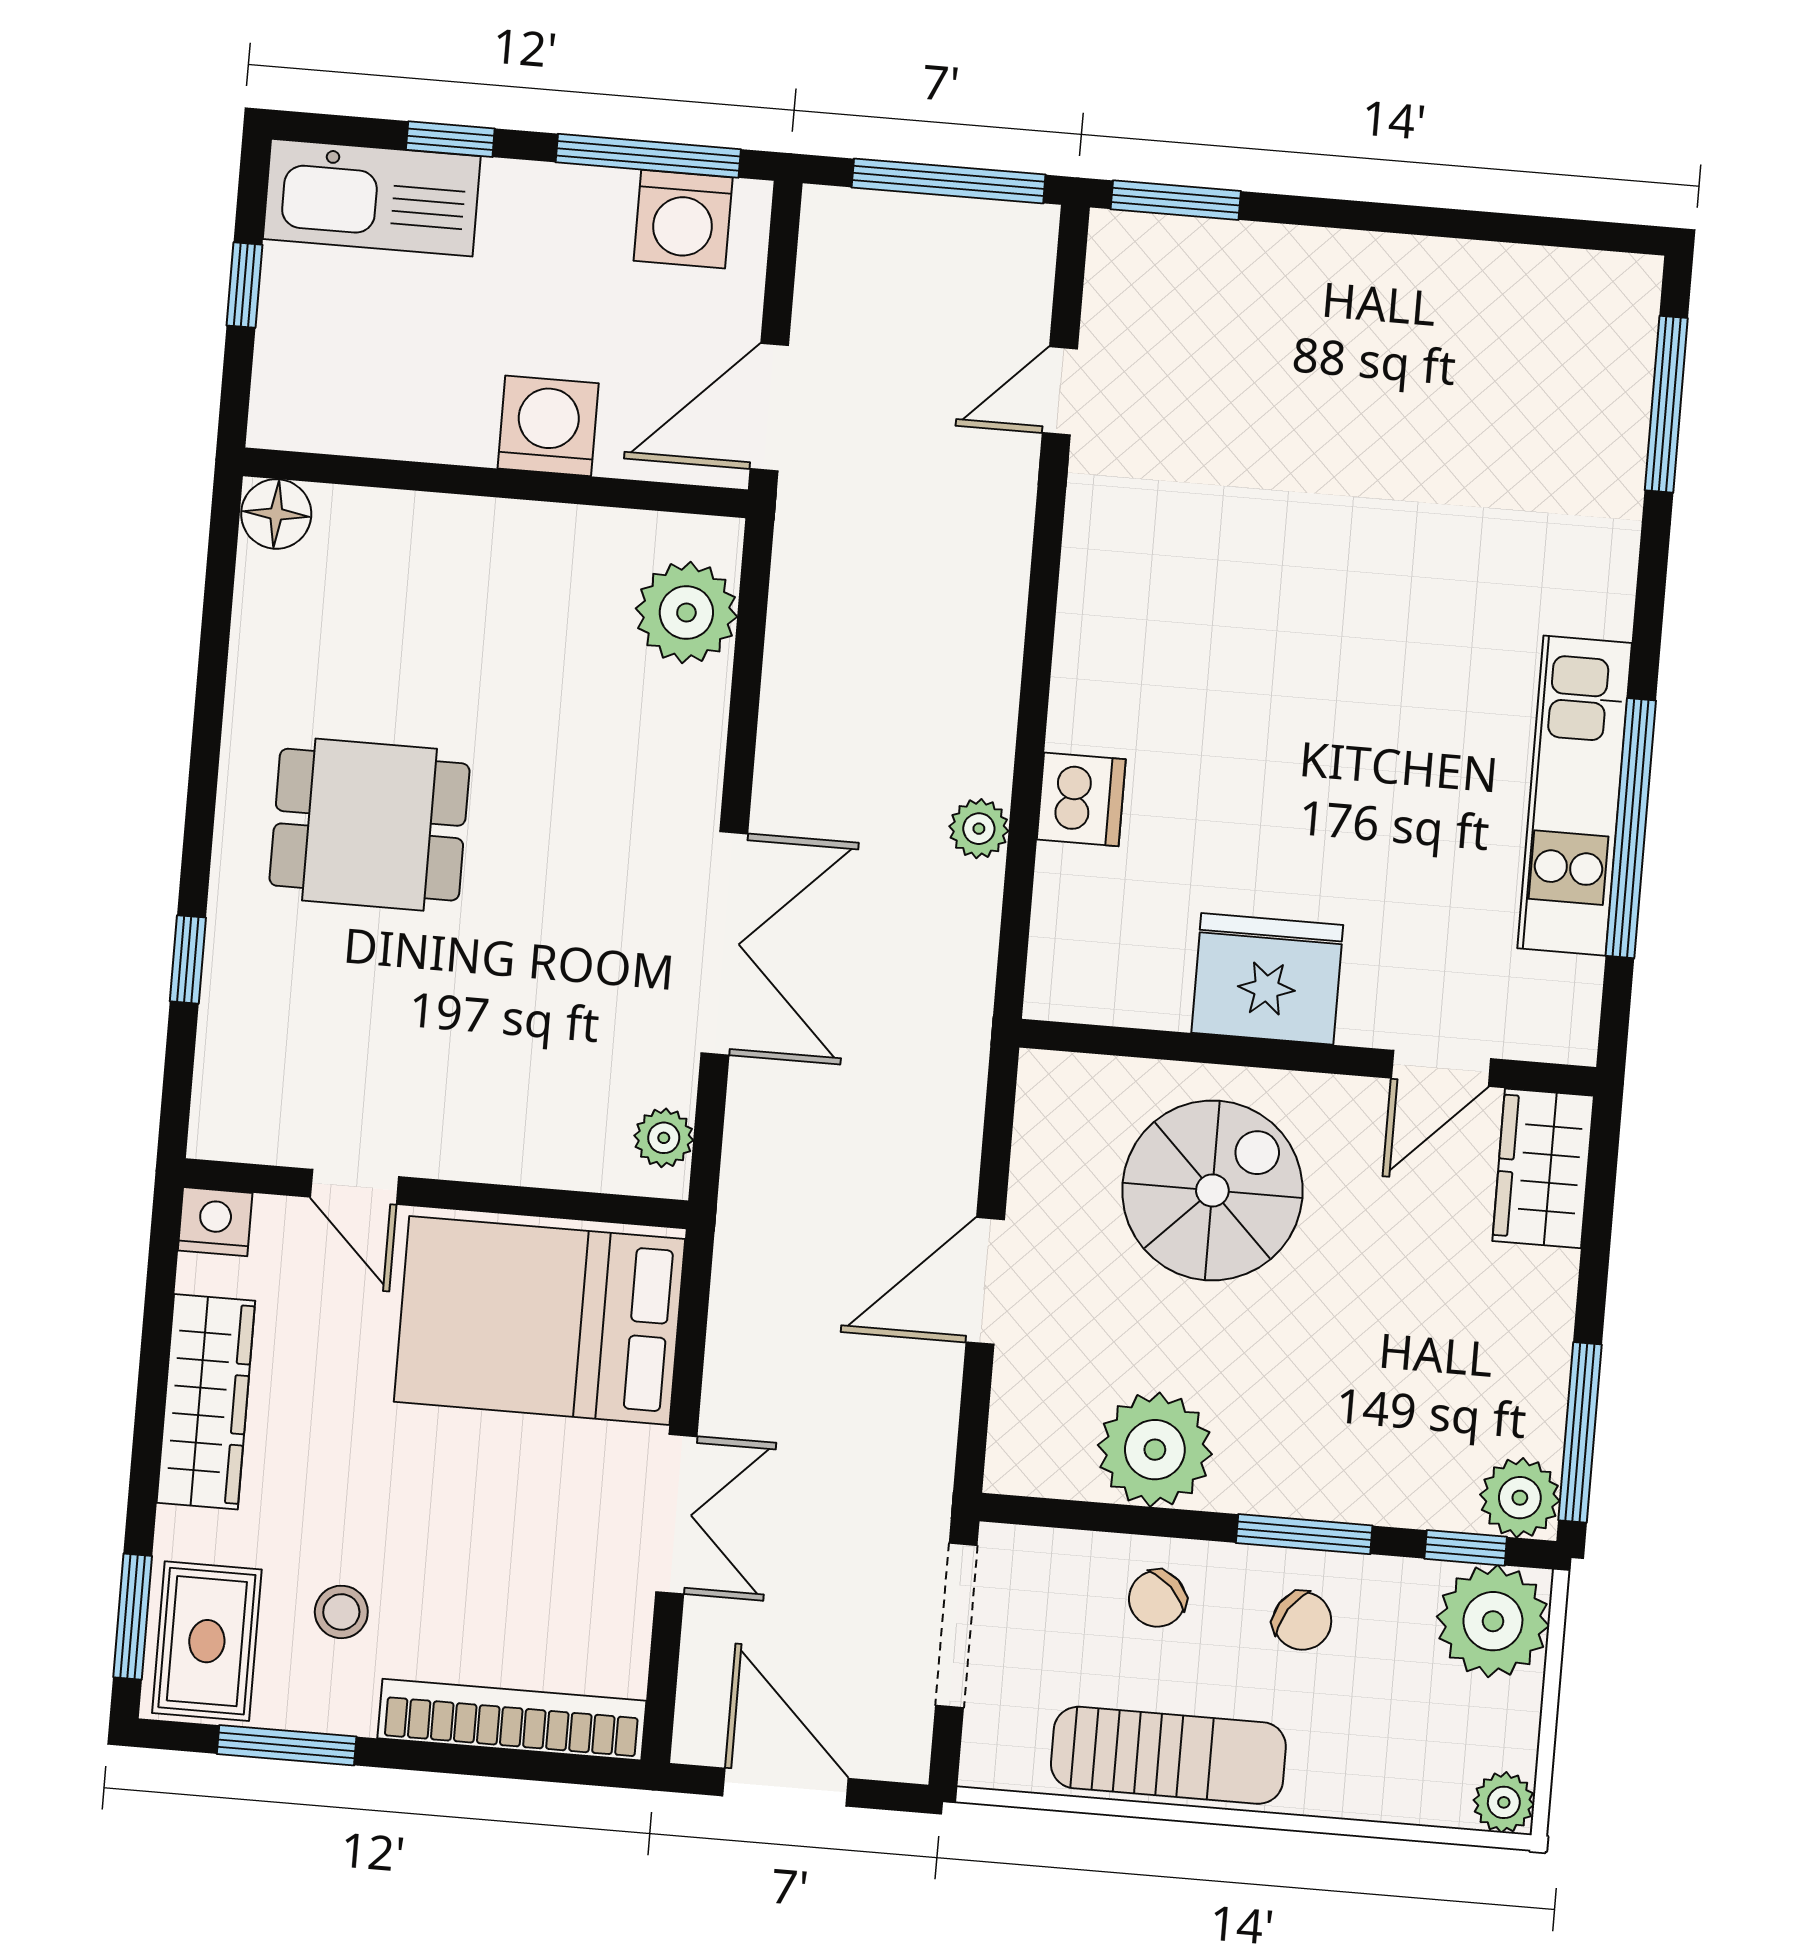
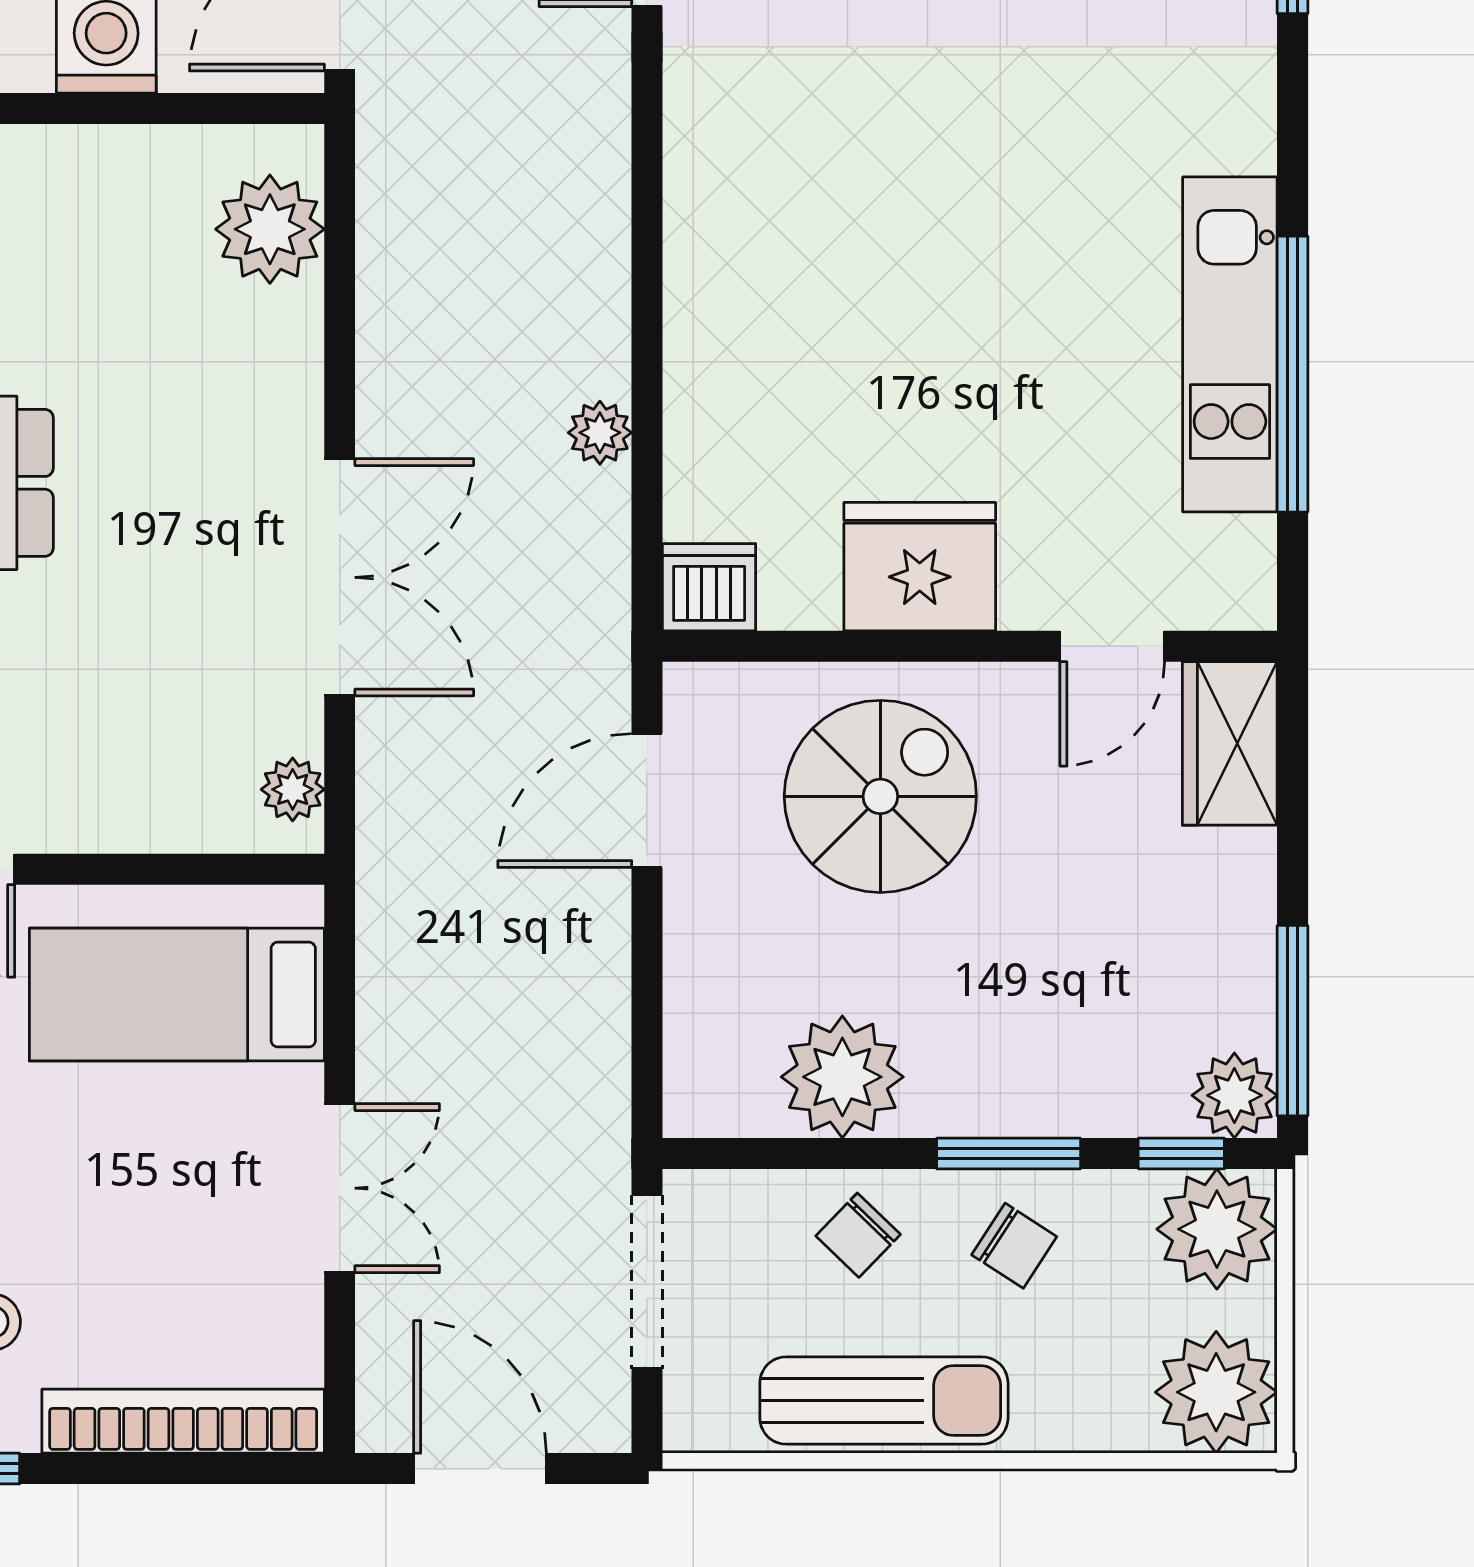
dishwasher: (1081, 799) -> (709, 587), moved, turned -90
door: (985, 1281) -> (647, 801), moved
bed: (539, 1320) -> (177, 995), width x0.67
plant: (1504, 1802) -> (1216, 1392), width x1.88, depth x1.88

